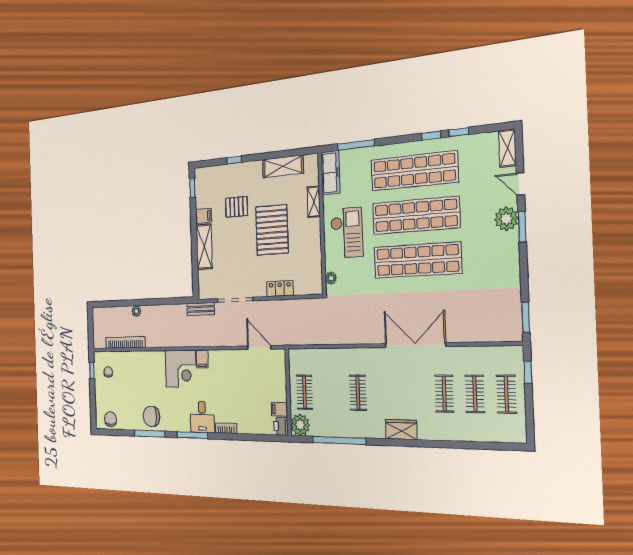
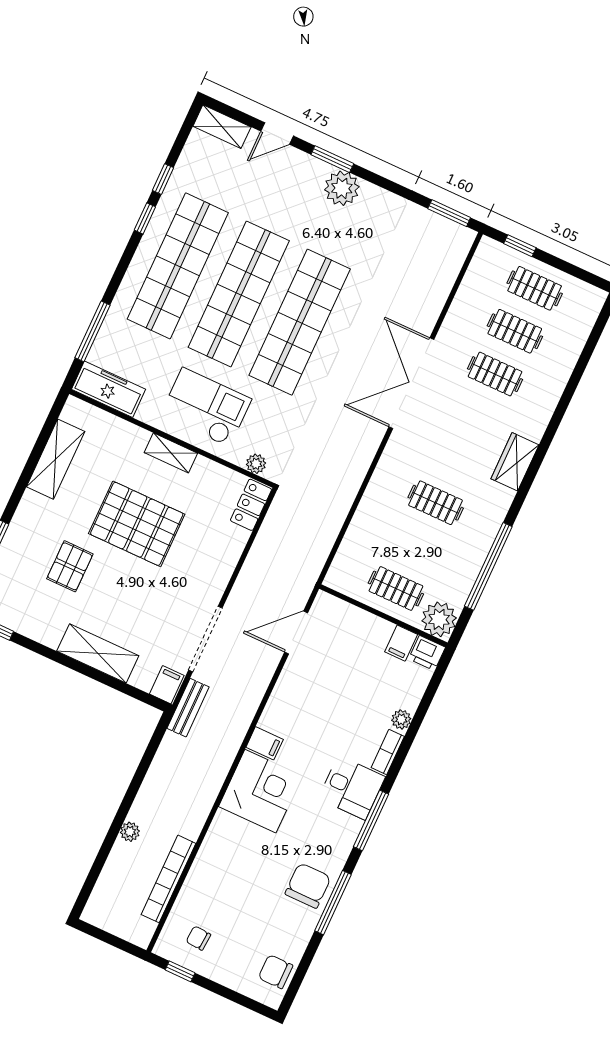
shelving: (314, 202) -> (171, 453), moved
filing cabinet: (203, 216) -> (167, 685), moved
plant: (506, 219) -> (342, 188), moved
locker: (280, 289) -> (251, 505), moved
chair: (151, 416) -> (308, 886), turned 180
plant: (244, 428) -> (401, 719), added

